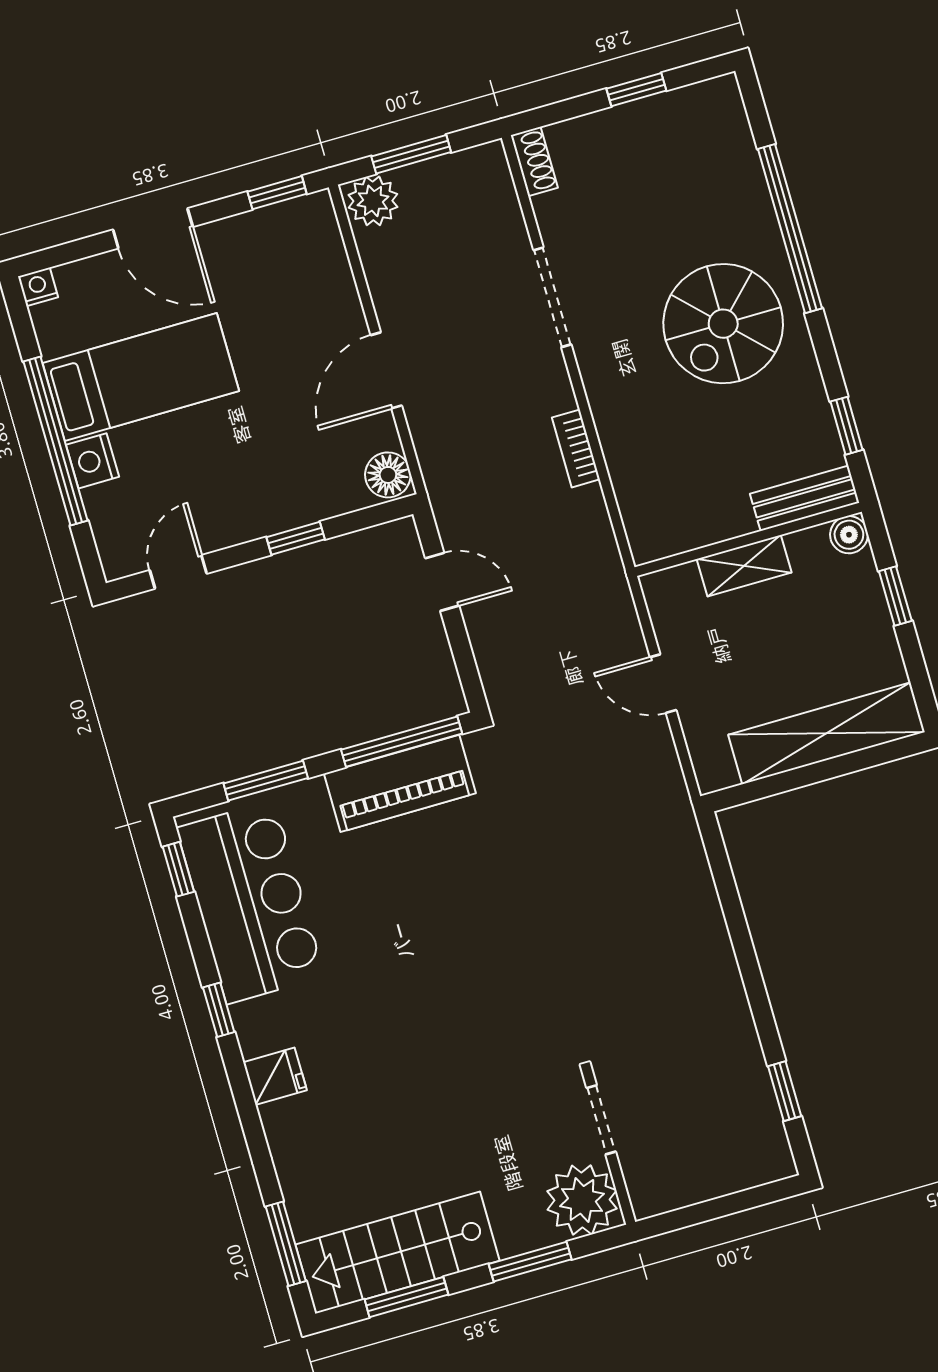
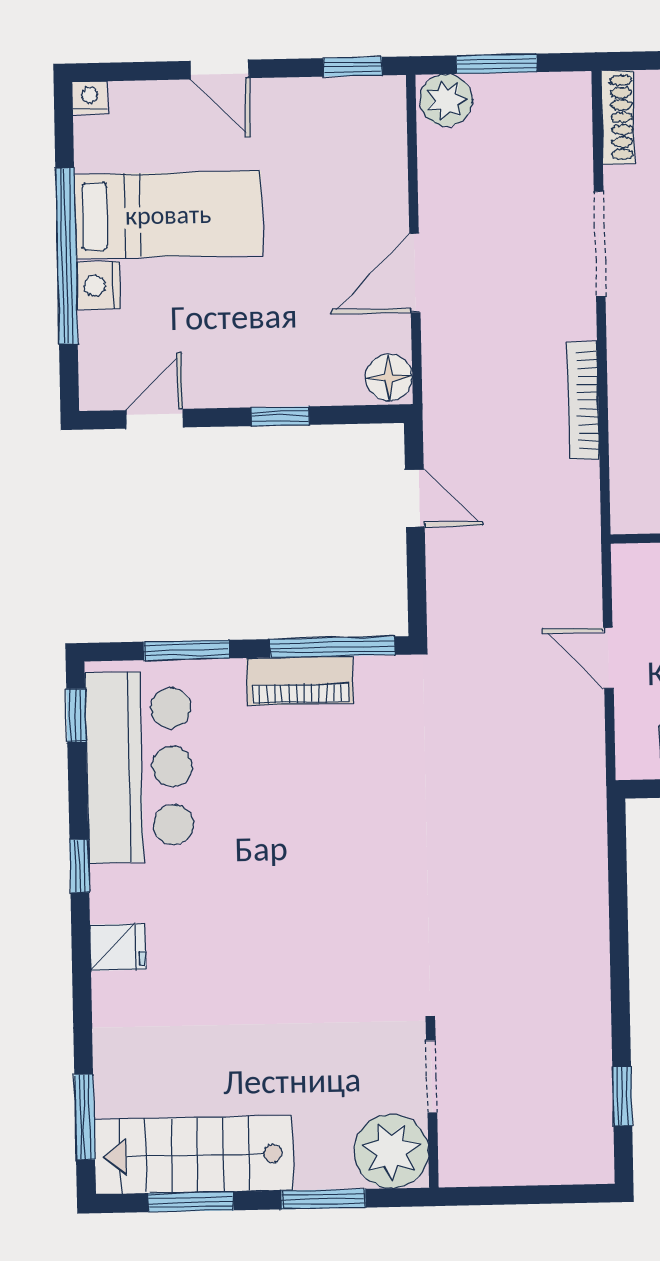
shoe rack: (534, 161) -> (618, 117), width x1.43
door: (153, 228) -> (220, 70), width x0.73
bookcase: (576, 448) -> (583, 401), width x1.56
piano: (400, 783) -> (300, 681), width x0.73, depth x0.75

